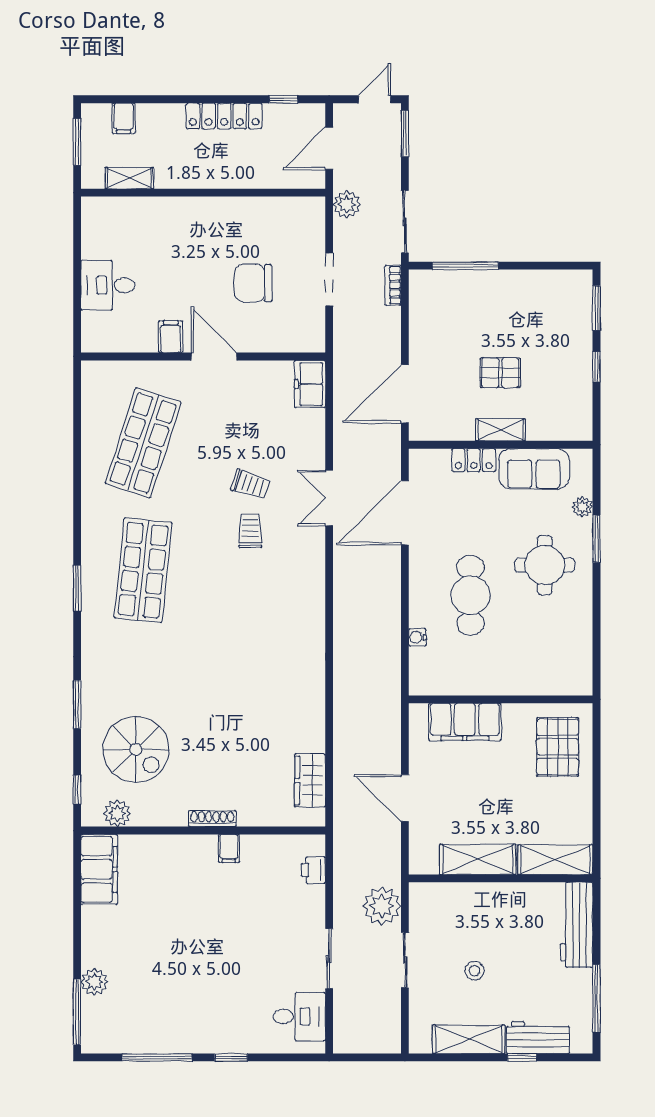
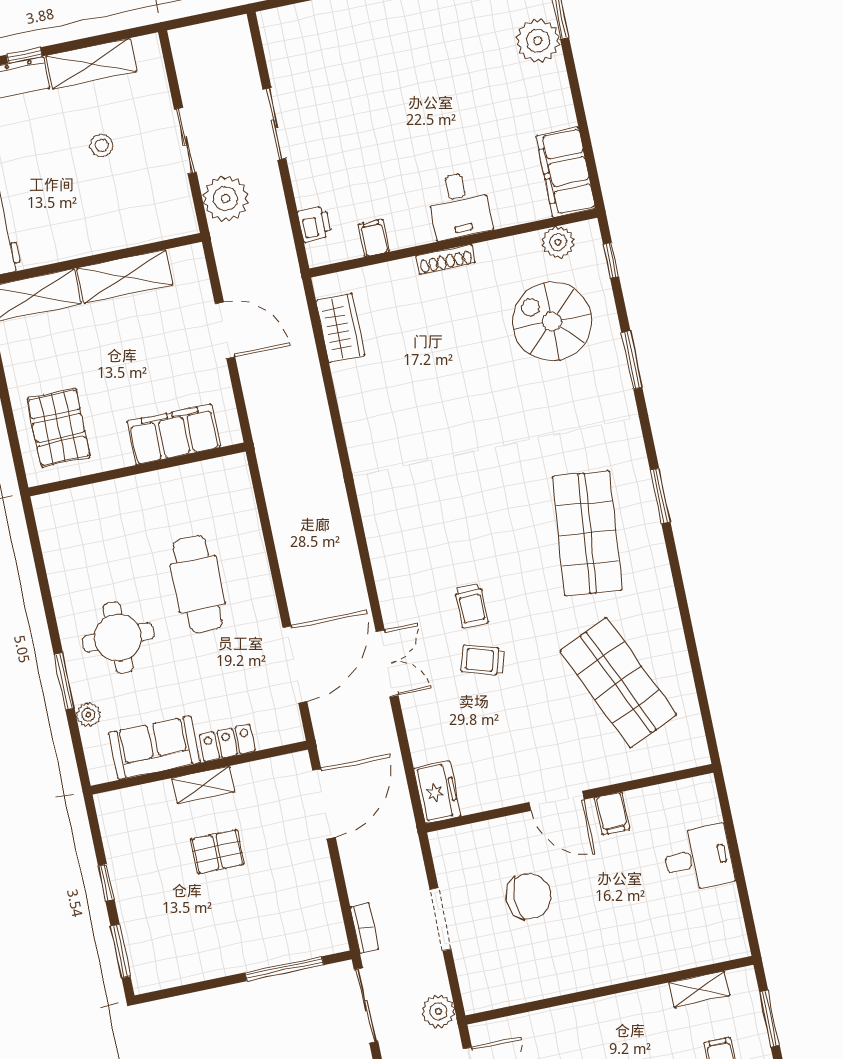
shop shelf: (143, 443) -> (618, 683), turned -42
water cooler: (417, 637) -> (250, 522), removed
filing cabinet: (229, 848) -> (374, 238), moved
plant: (94, 982) -> (538, 41), width x1.36, depth x1.36
desk: (299, 1017) -> (459, 205), moved, turned -90

